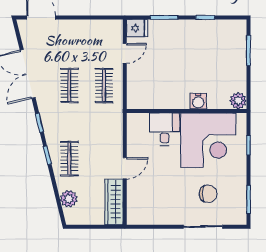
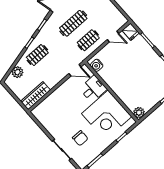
clothes rail: (69, 85) -> (73, 23), width x1.36
water cooler: (198, 101) -> (97, 65), moved
door: (125, 168) -> (75, 70), moved

